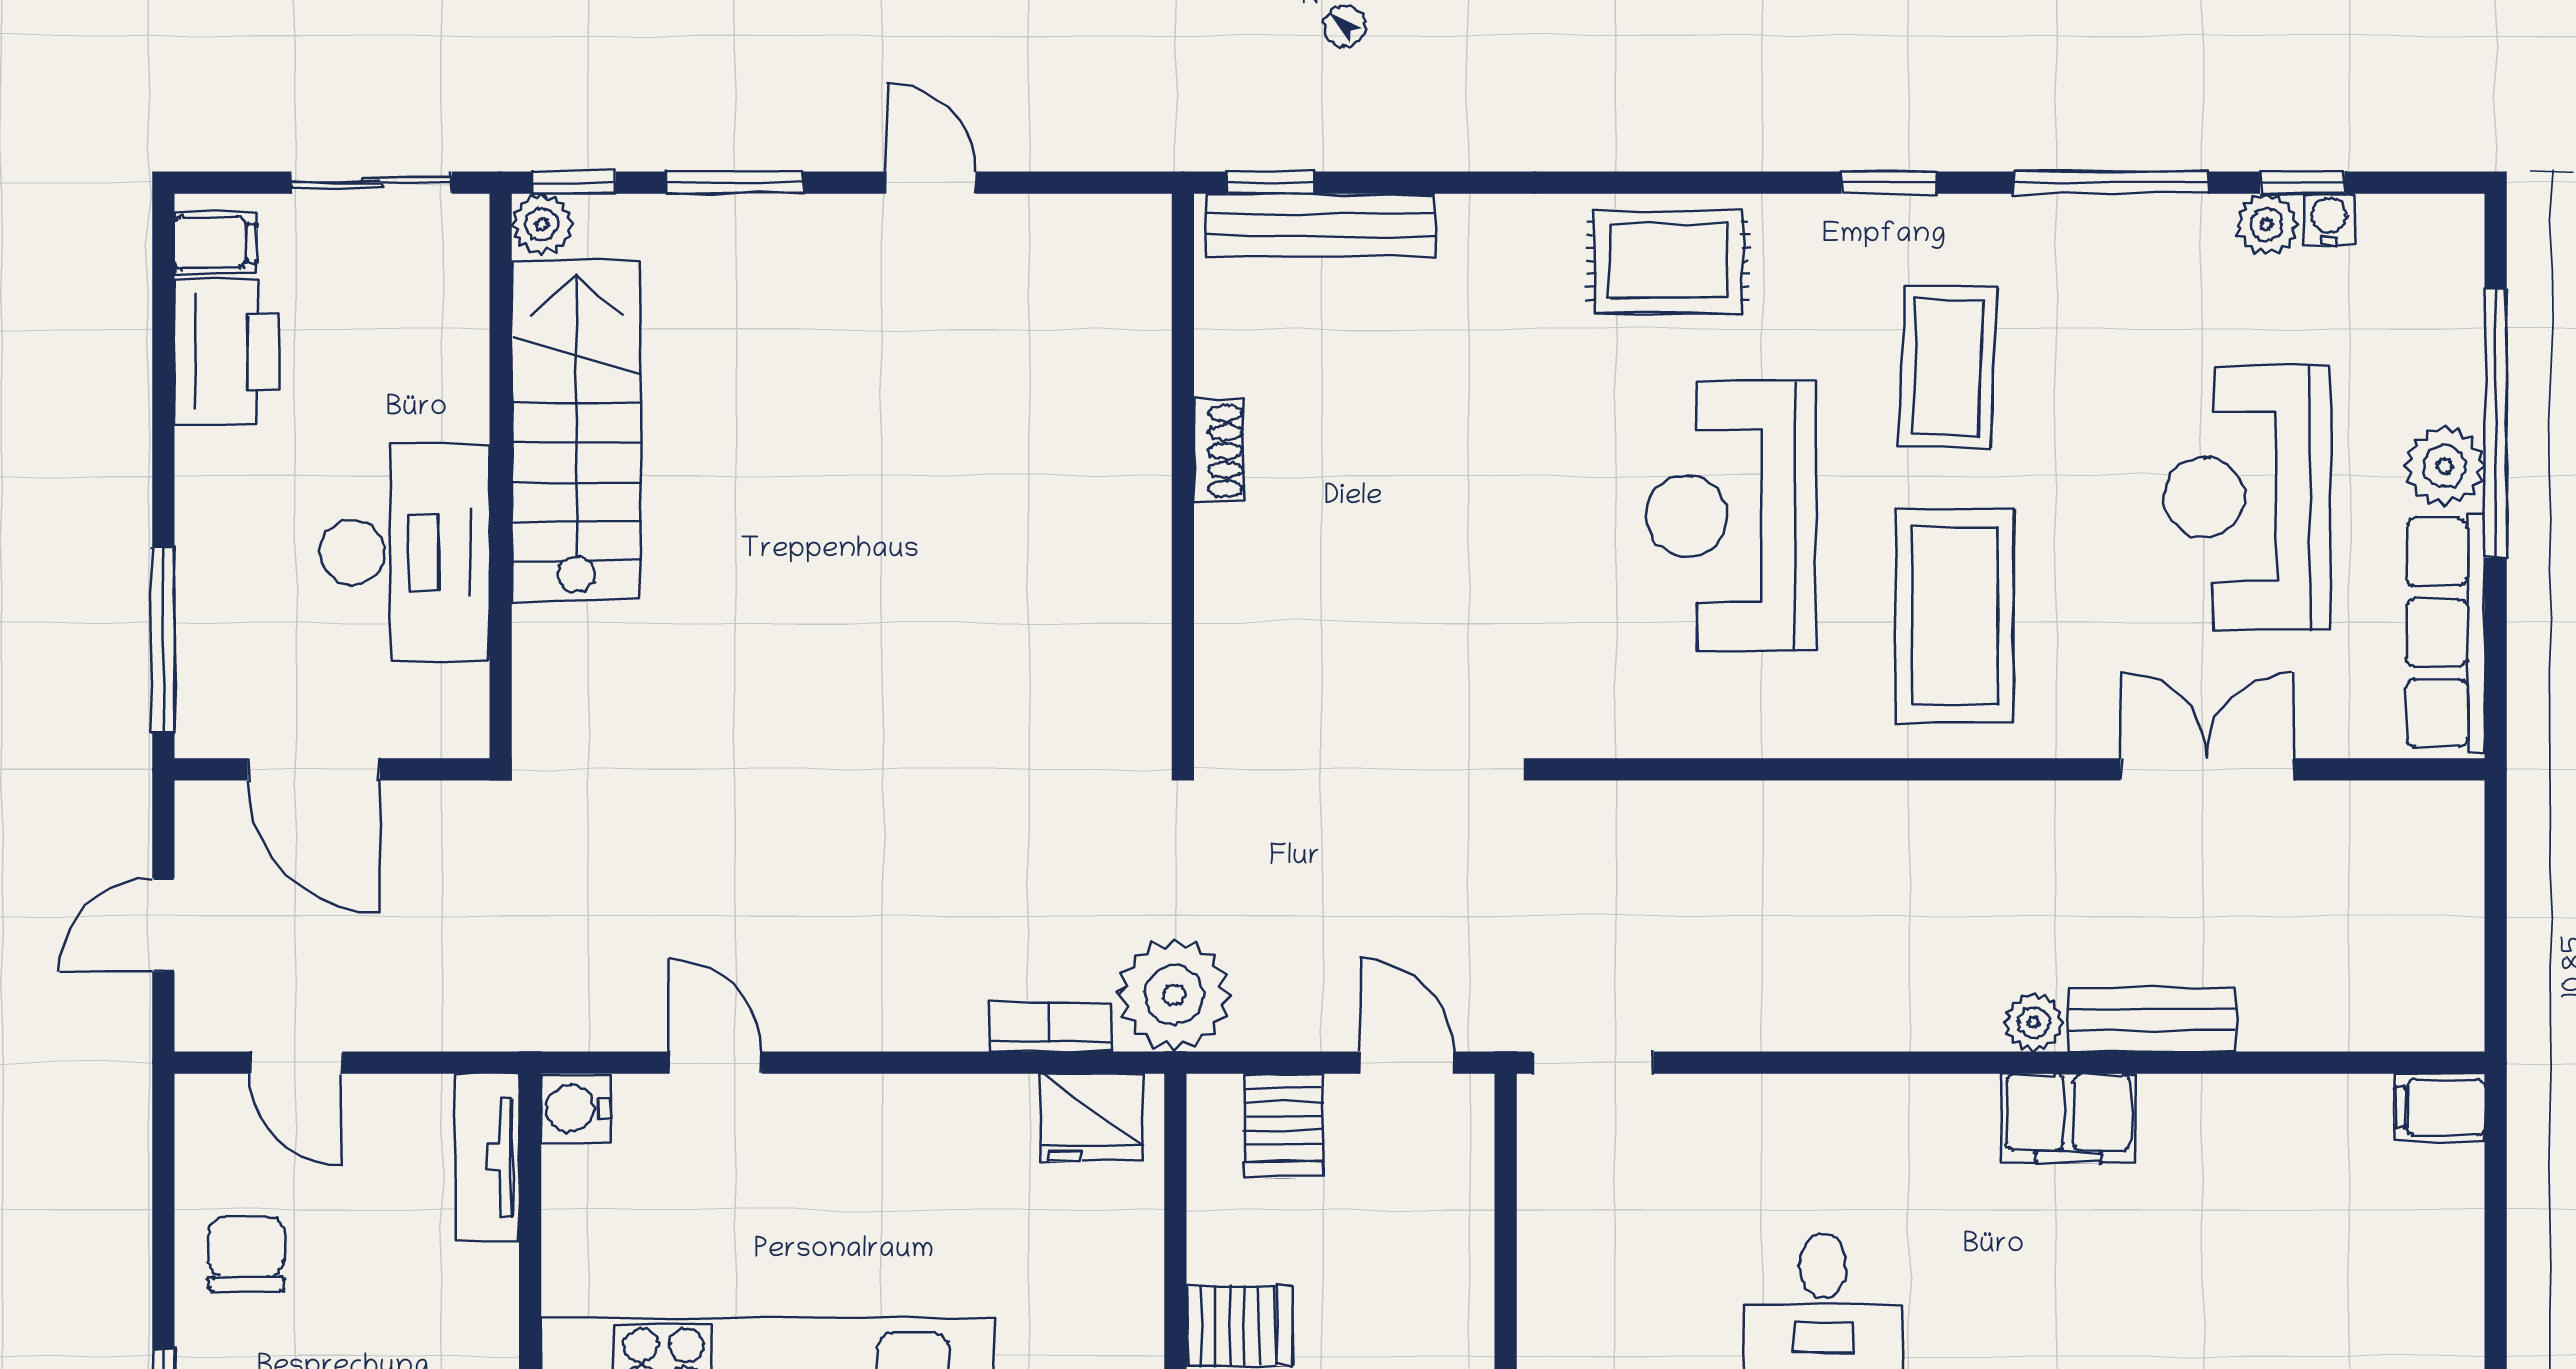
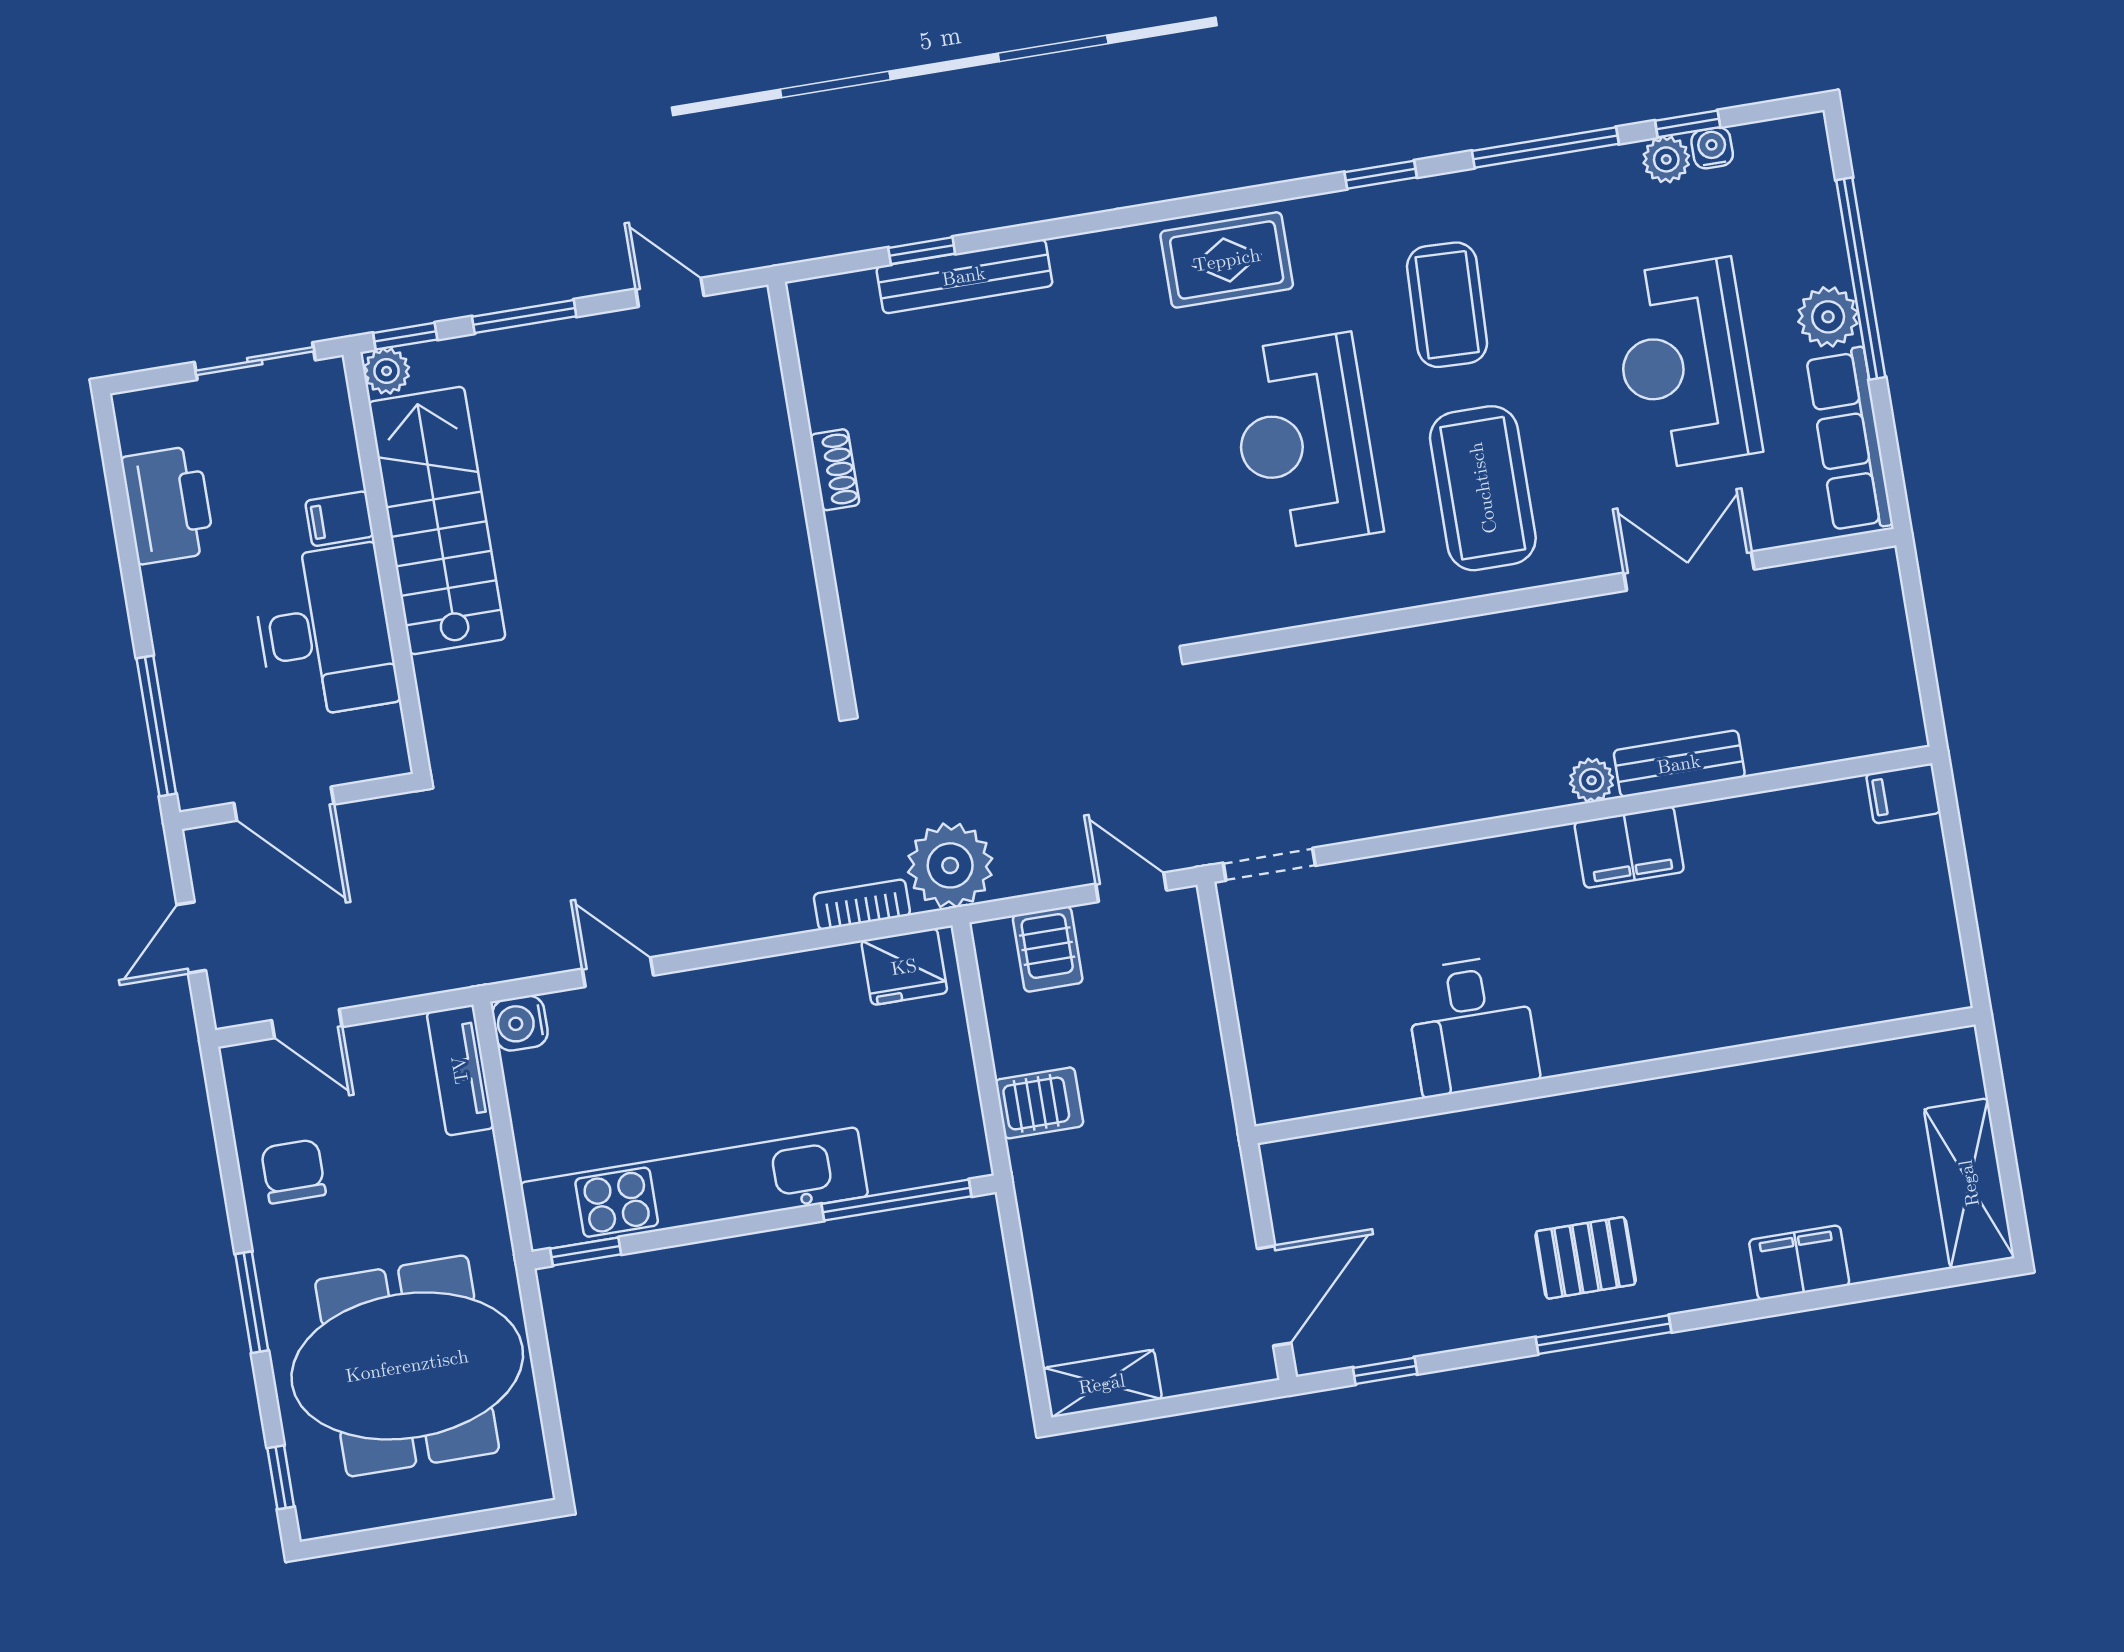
filing cabinet: (216, 243) -> (339, 519), moved, turned 180
shoe rack: (1219, 451) -> (835, 470), moved
wall: (1183, 476) -> (811, 493), moved

